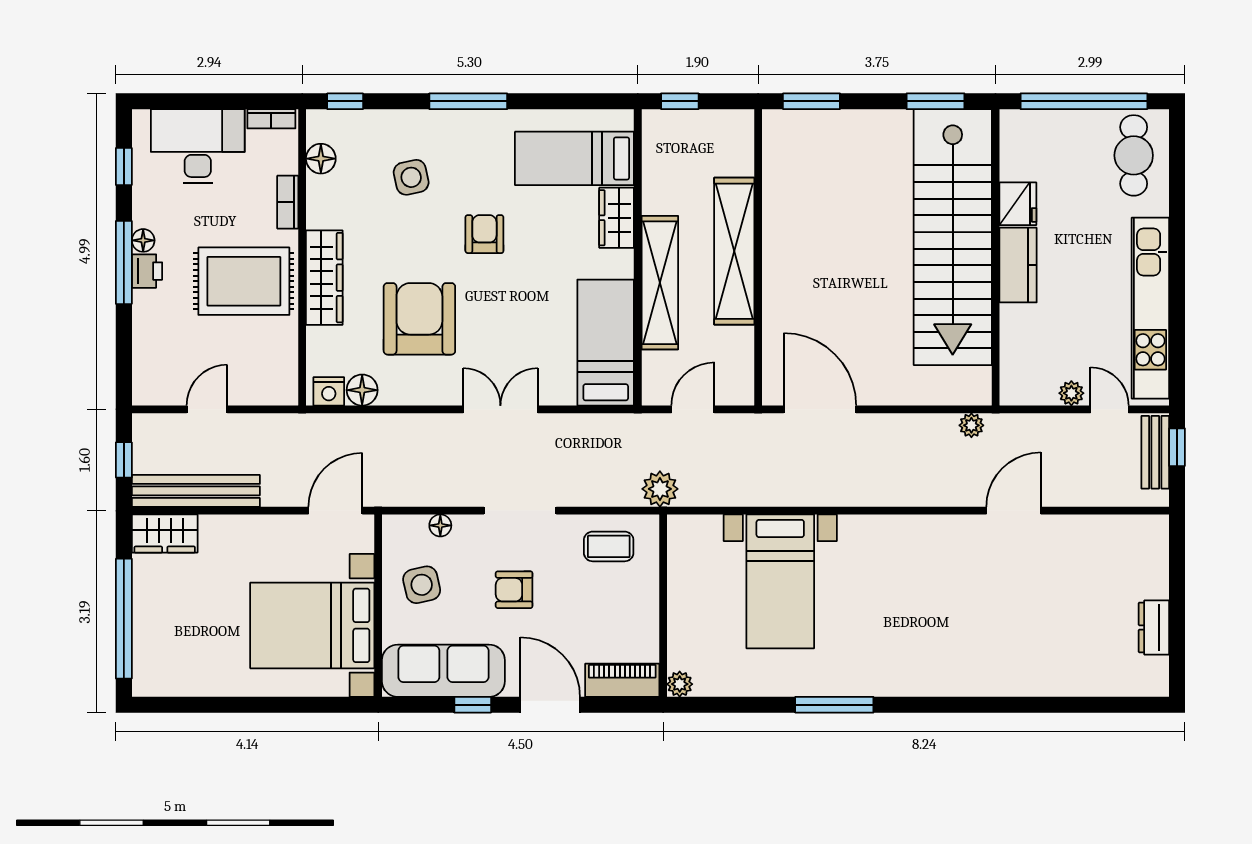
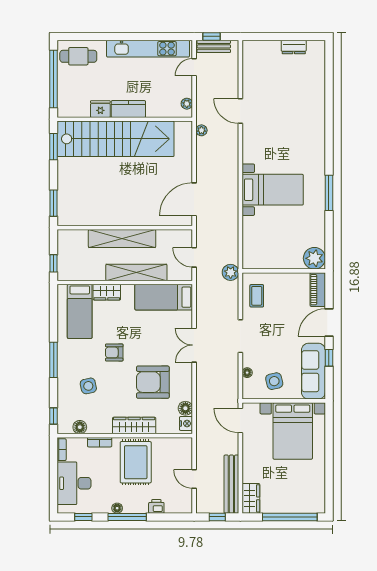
printer: (147, 271) -> (156, 506), moved
plant: (1071, 393) -> (187, 104), moved
bed with nightstands: (780, 581) -> (273, 190), moved
armchair: (514, 590) -> (276, 339), removed
plant: (680, 684) -> (314, 258), width x1.88, depth x1.88

